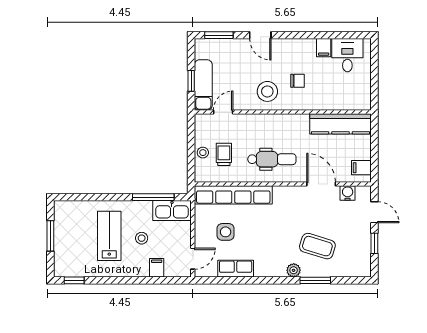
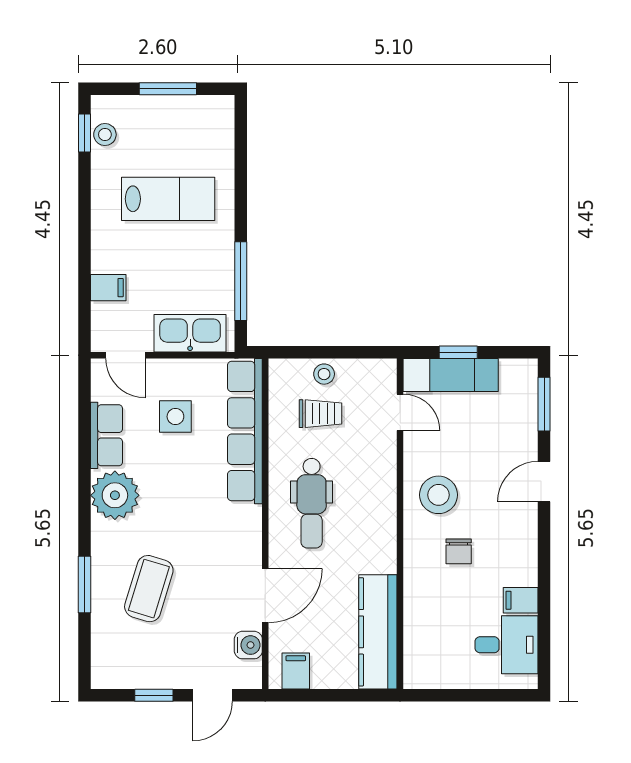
kitchen sink: (172, 210) -> (190, 333), moved, turned 90
stool: (142, 238) -> (105, 135), moved
plant: (294, 270) -> (115, 495), moved, width x1.88, depth x1.88

